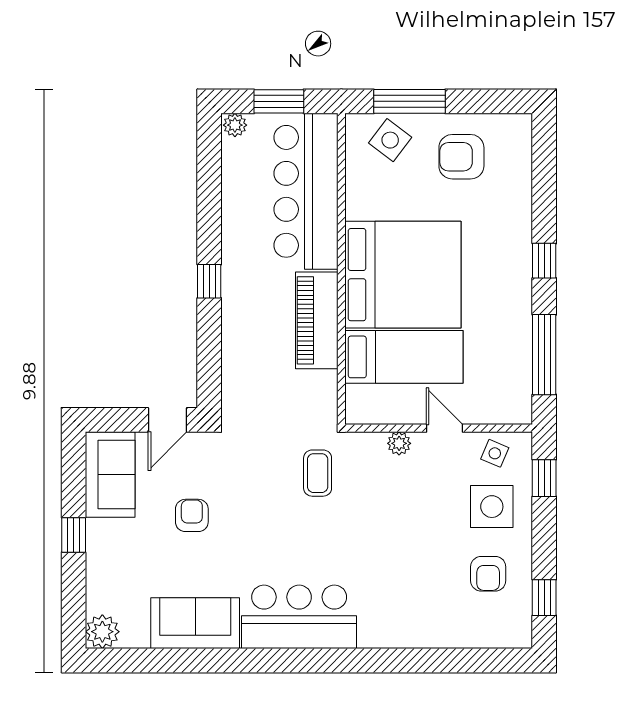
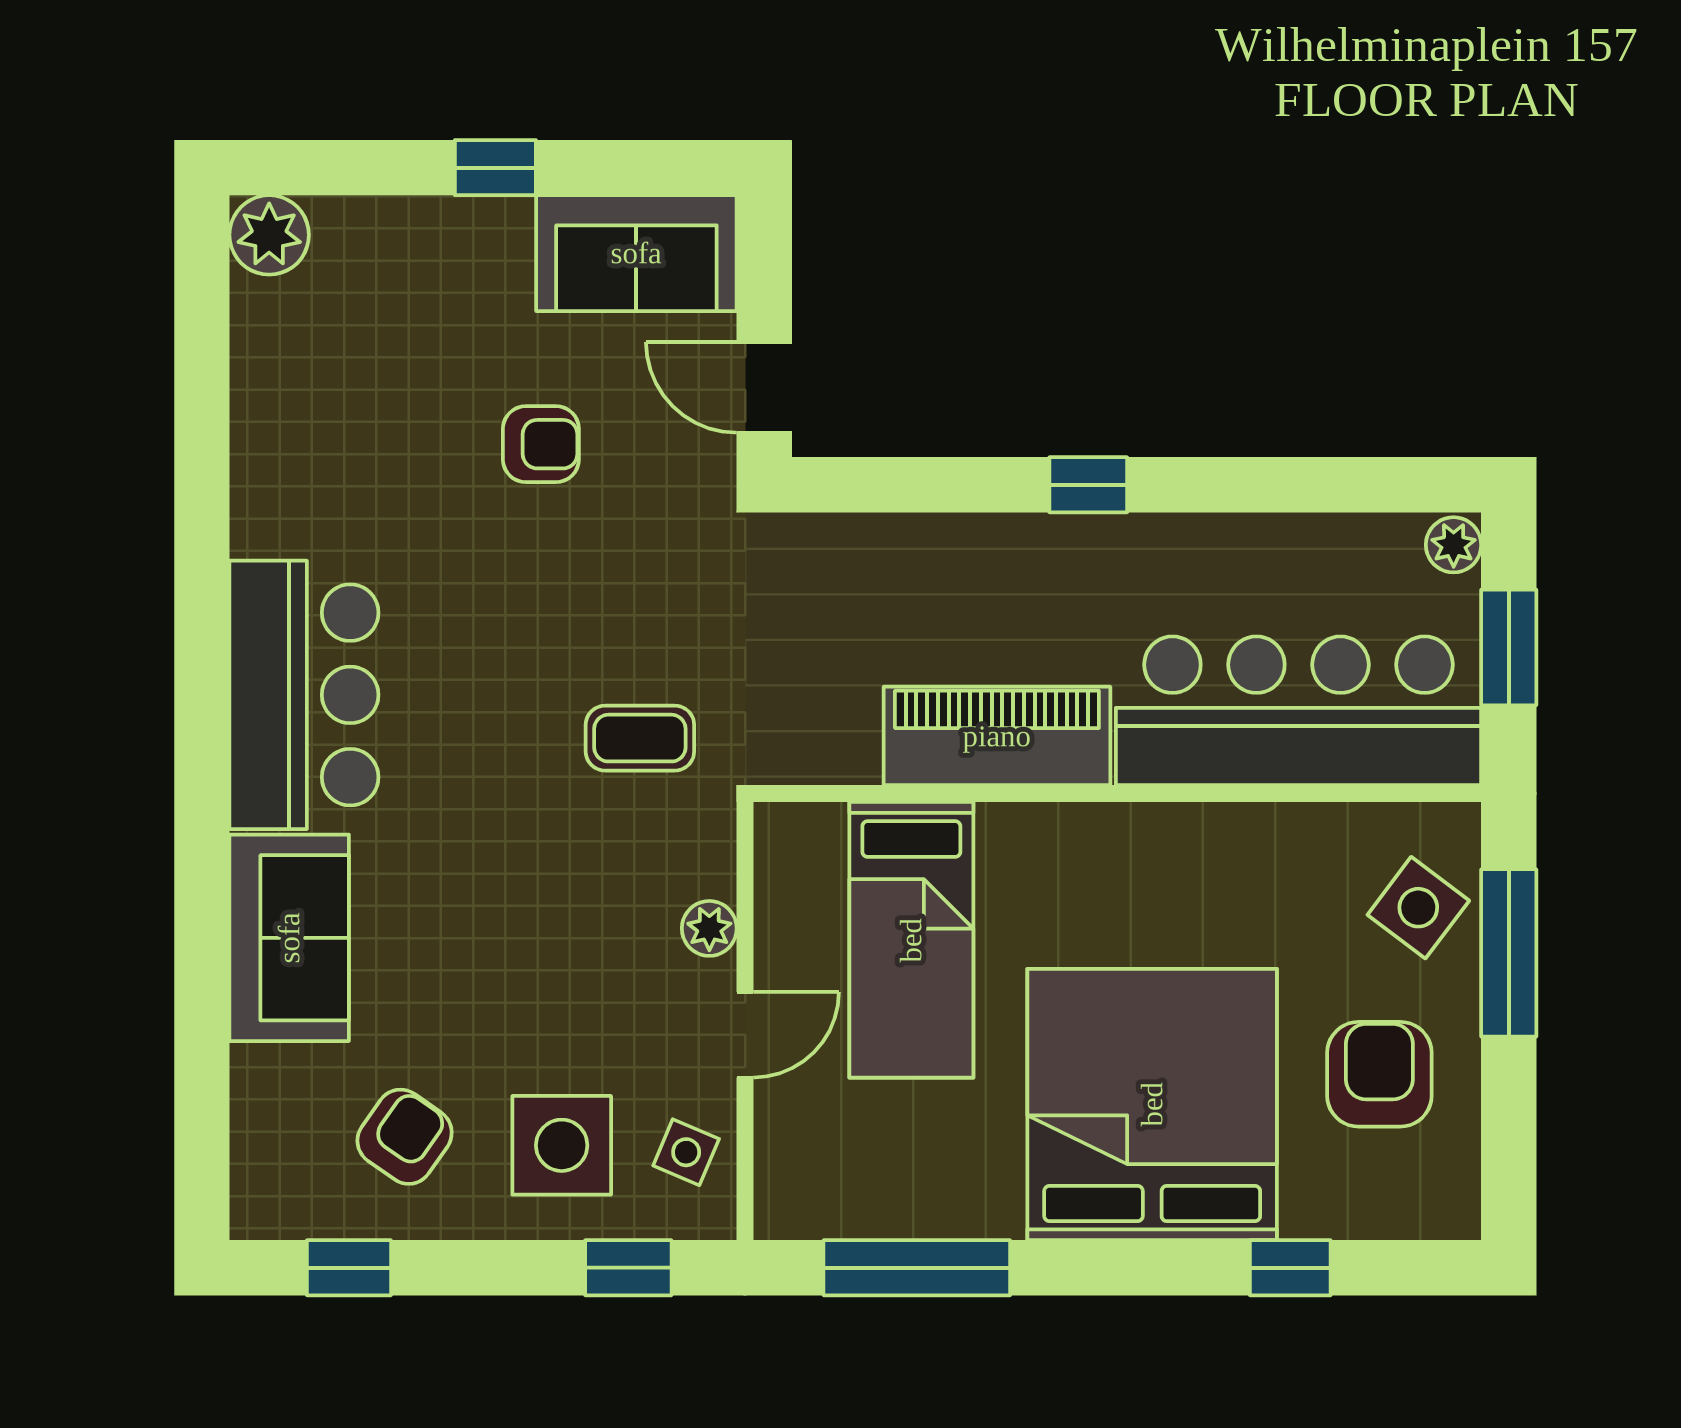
window: (544, 261) -> (1290, 1268), moved
bed: (403, 275) -> (1152, 1104), moved, turned 180
armchair: (488, 574) -> (405, 1137), turned 125
sofa: (195, 623) -> (289, 938), moved

